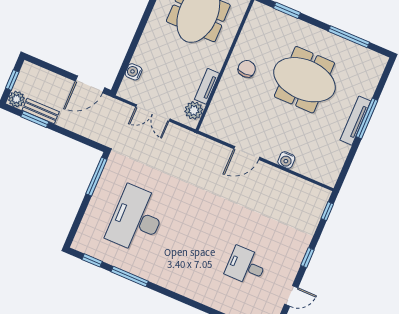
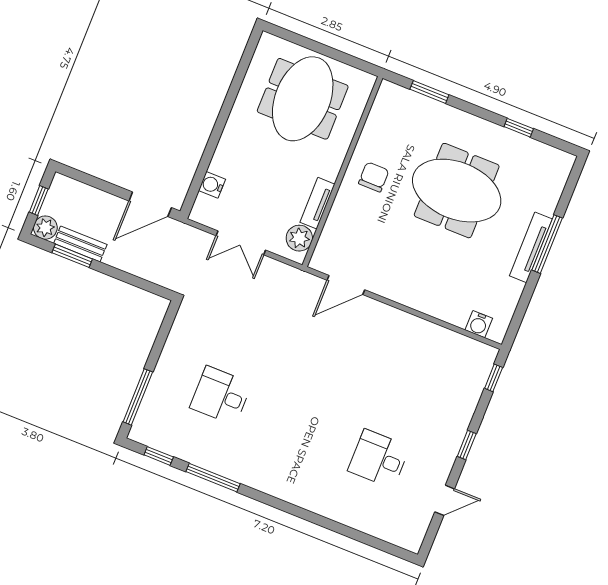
window: (349, 37) -> (519, 128), width x0.46
door: (247, 153) -> (346, 285), moved
water cooler: (286, 160) -> (479, 324), moved
window: (96, 177) -> (138, 397), moved
desk: (136, 219) -> (221, 396), width x0.53, depth x0.77

